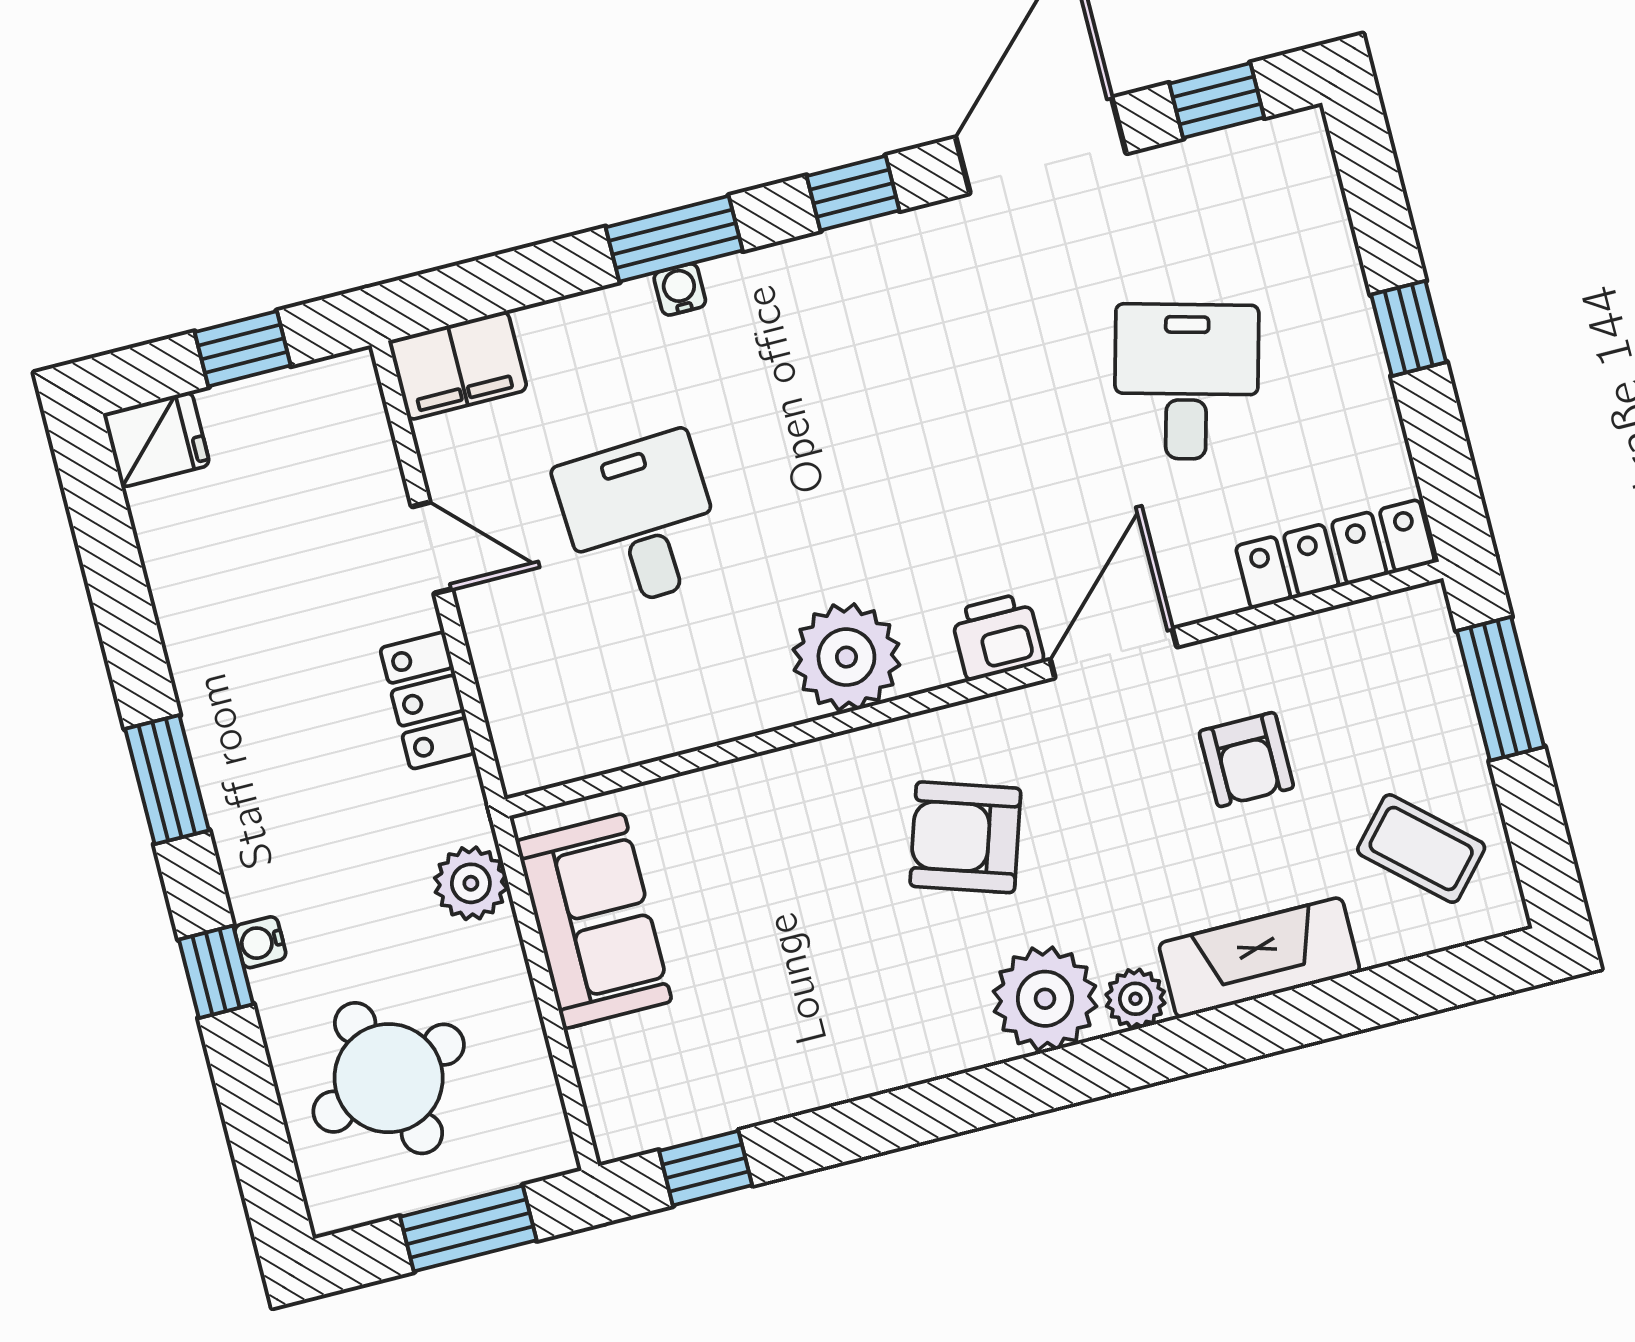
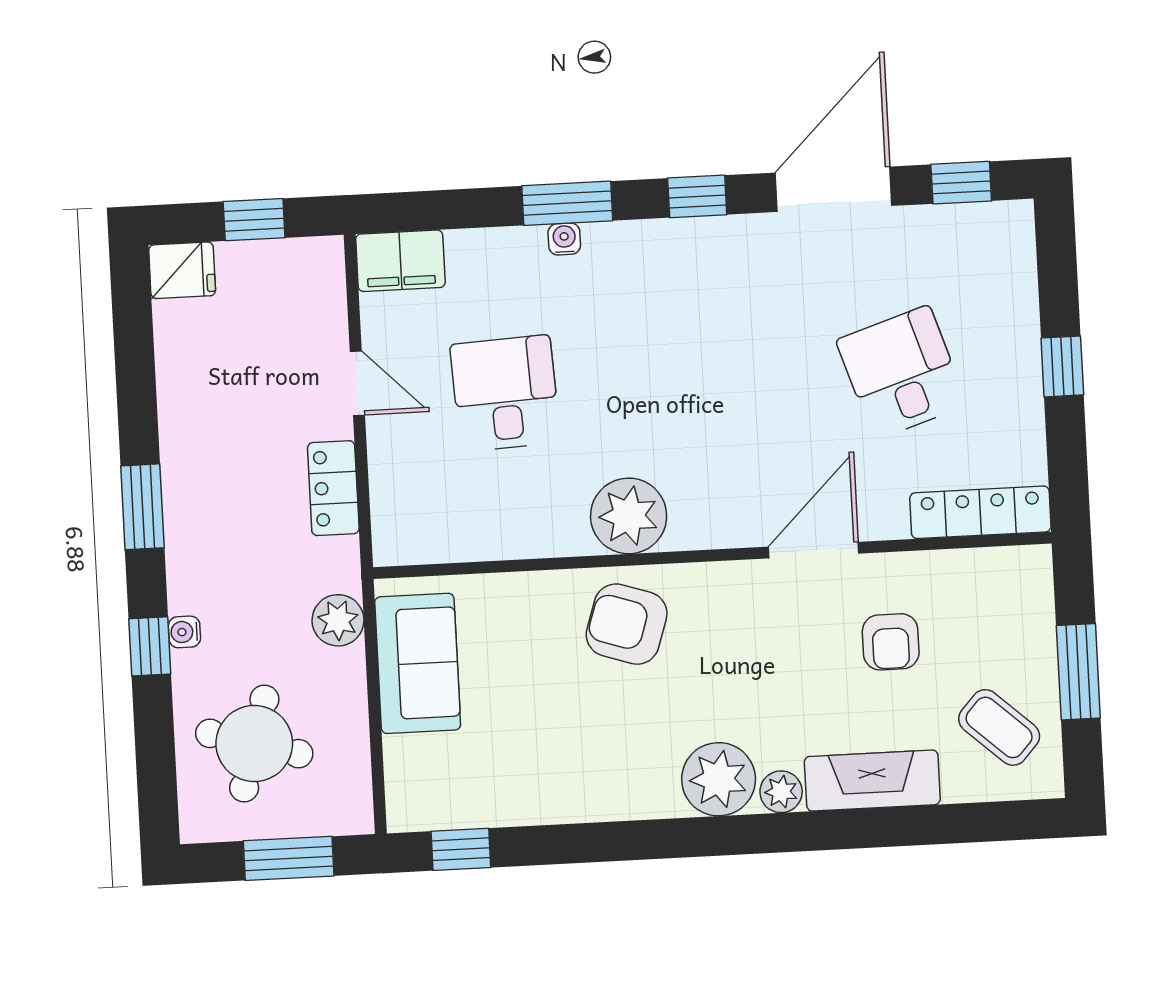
desk: (1186, 382) -> (901, 373), turned -33
printer: (997, 637) -> (736, 523), removed
window: (1501, 689) -> (1078, 672), moved
armchair: (965, 837) -> (627, 624), moved
round table: (389, 1078) -> (254, 744), turned 33

